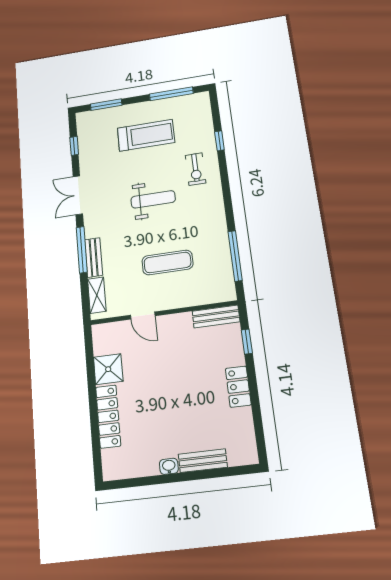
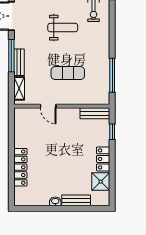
shower: (108, 369) -> (101, 182), moved

